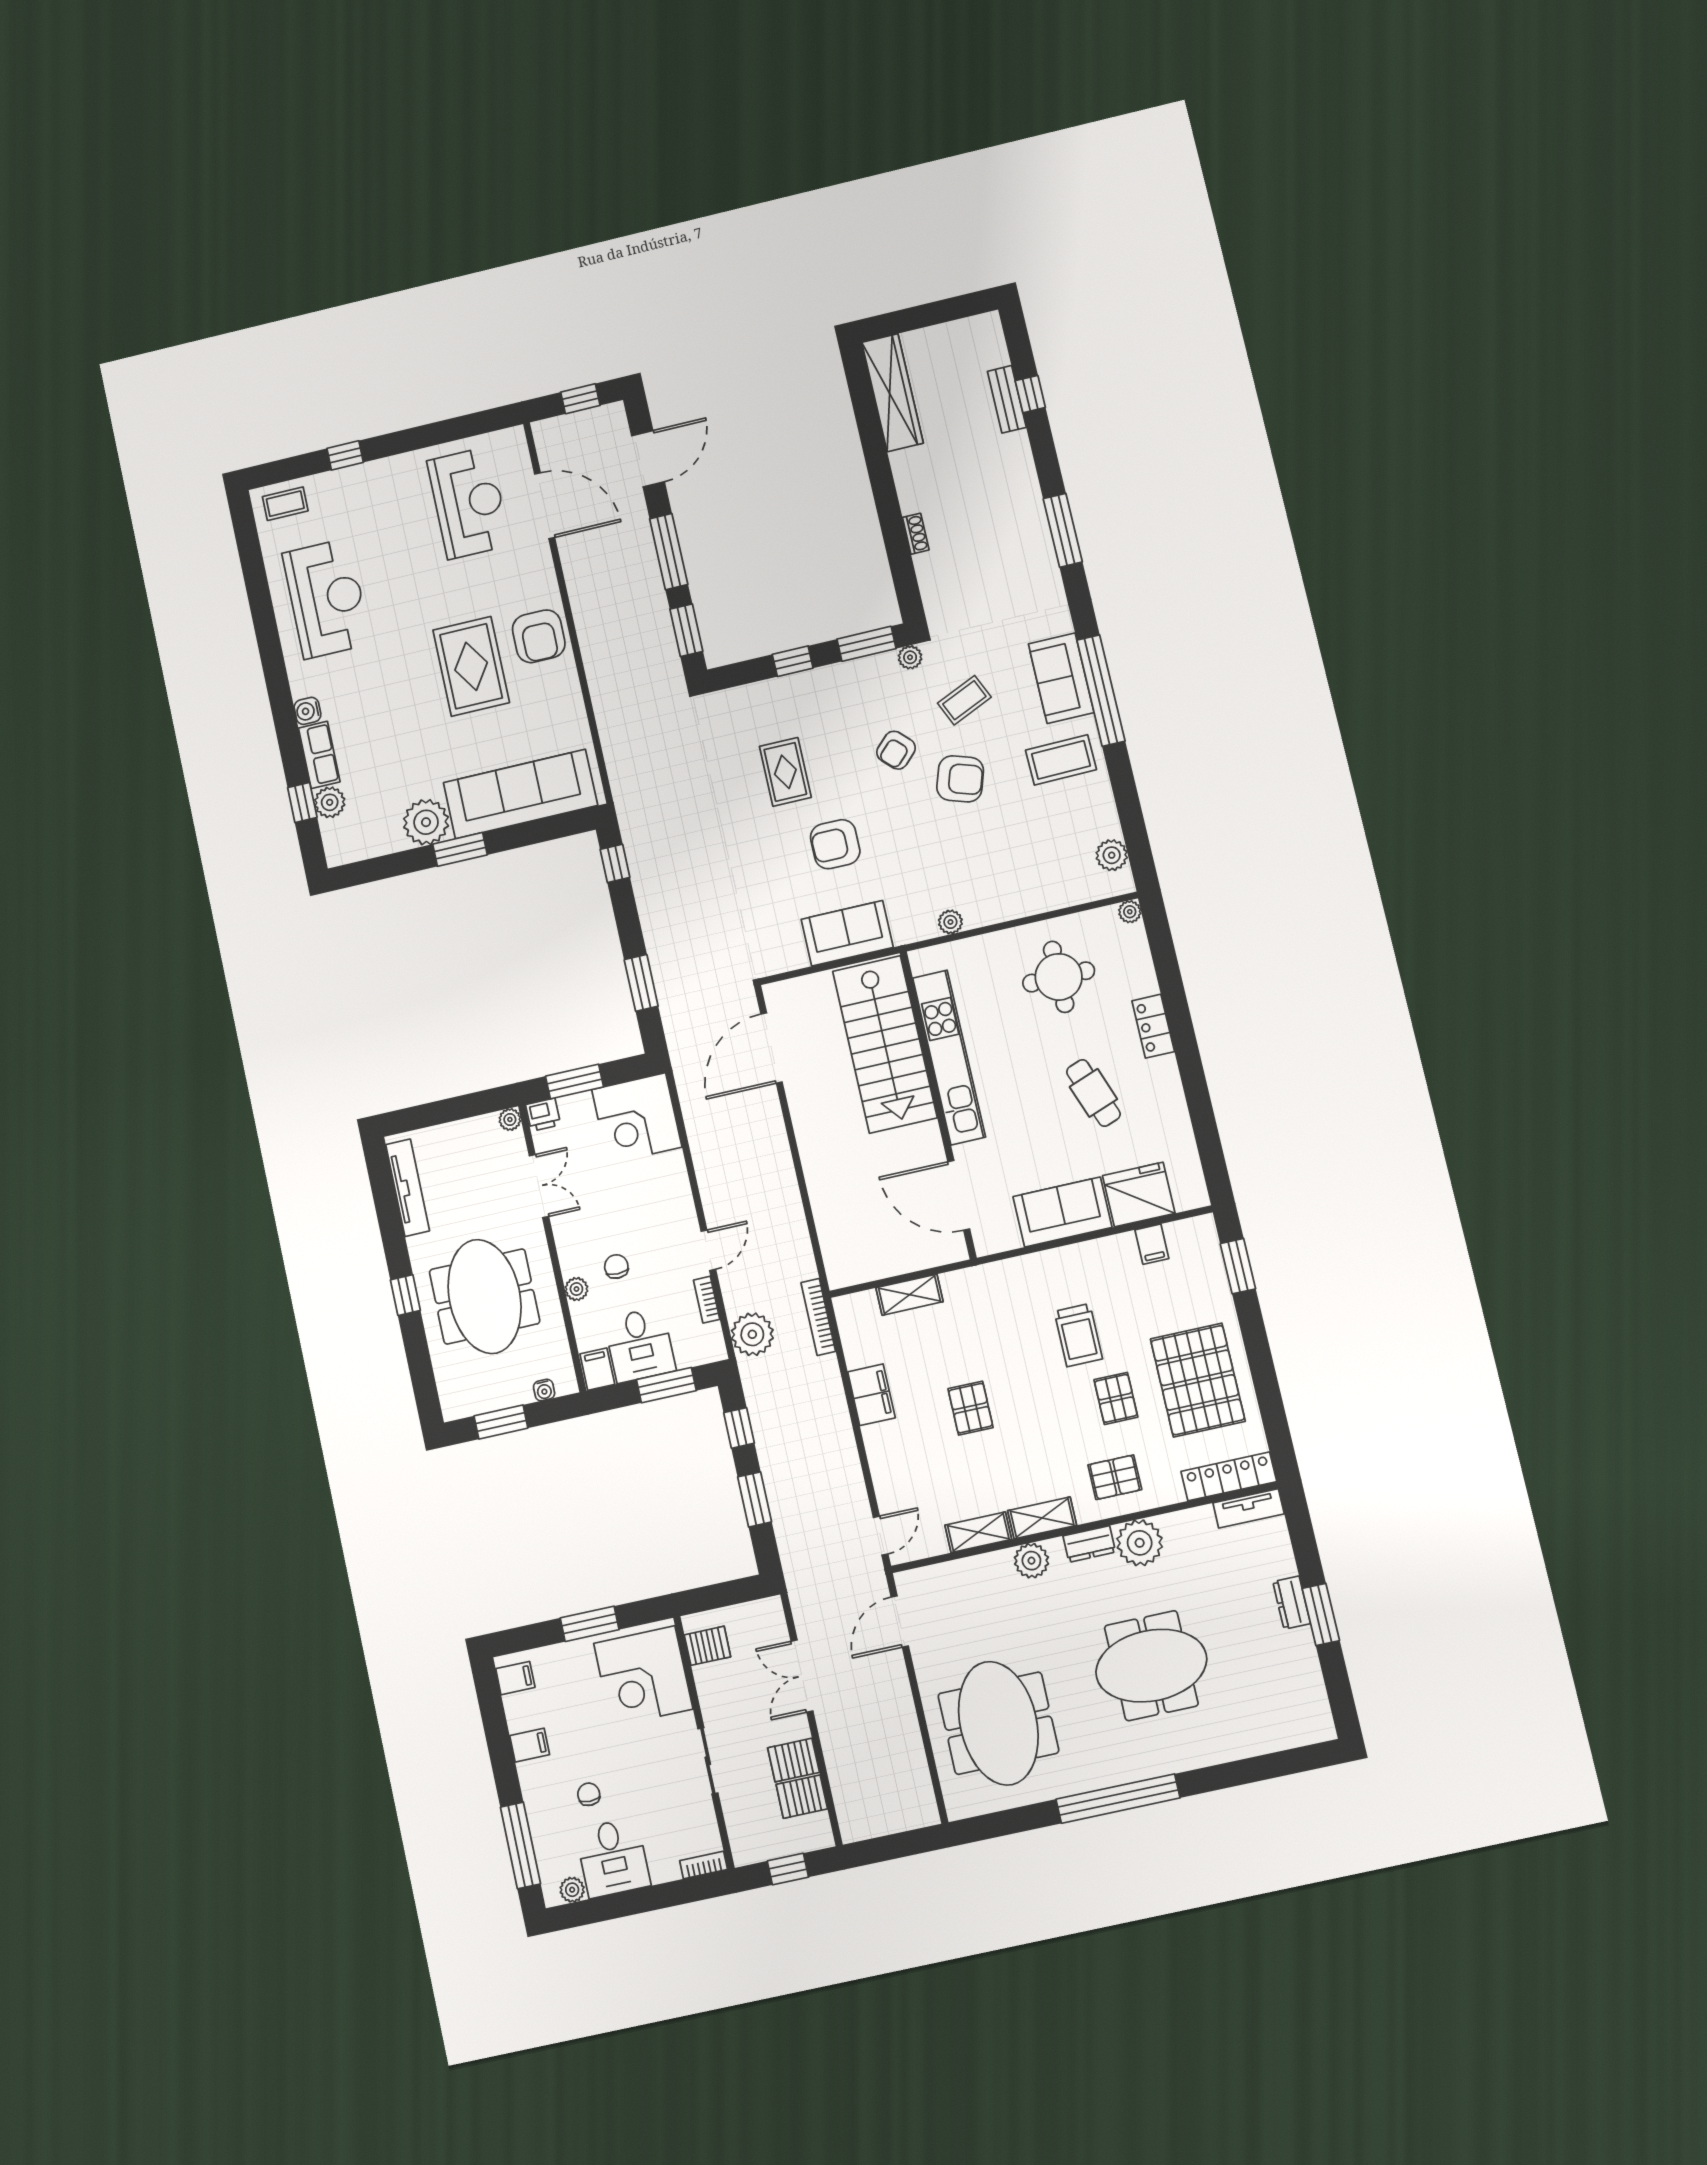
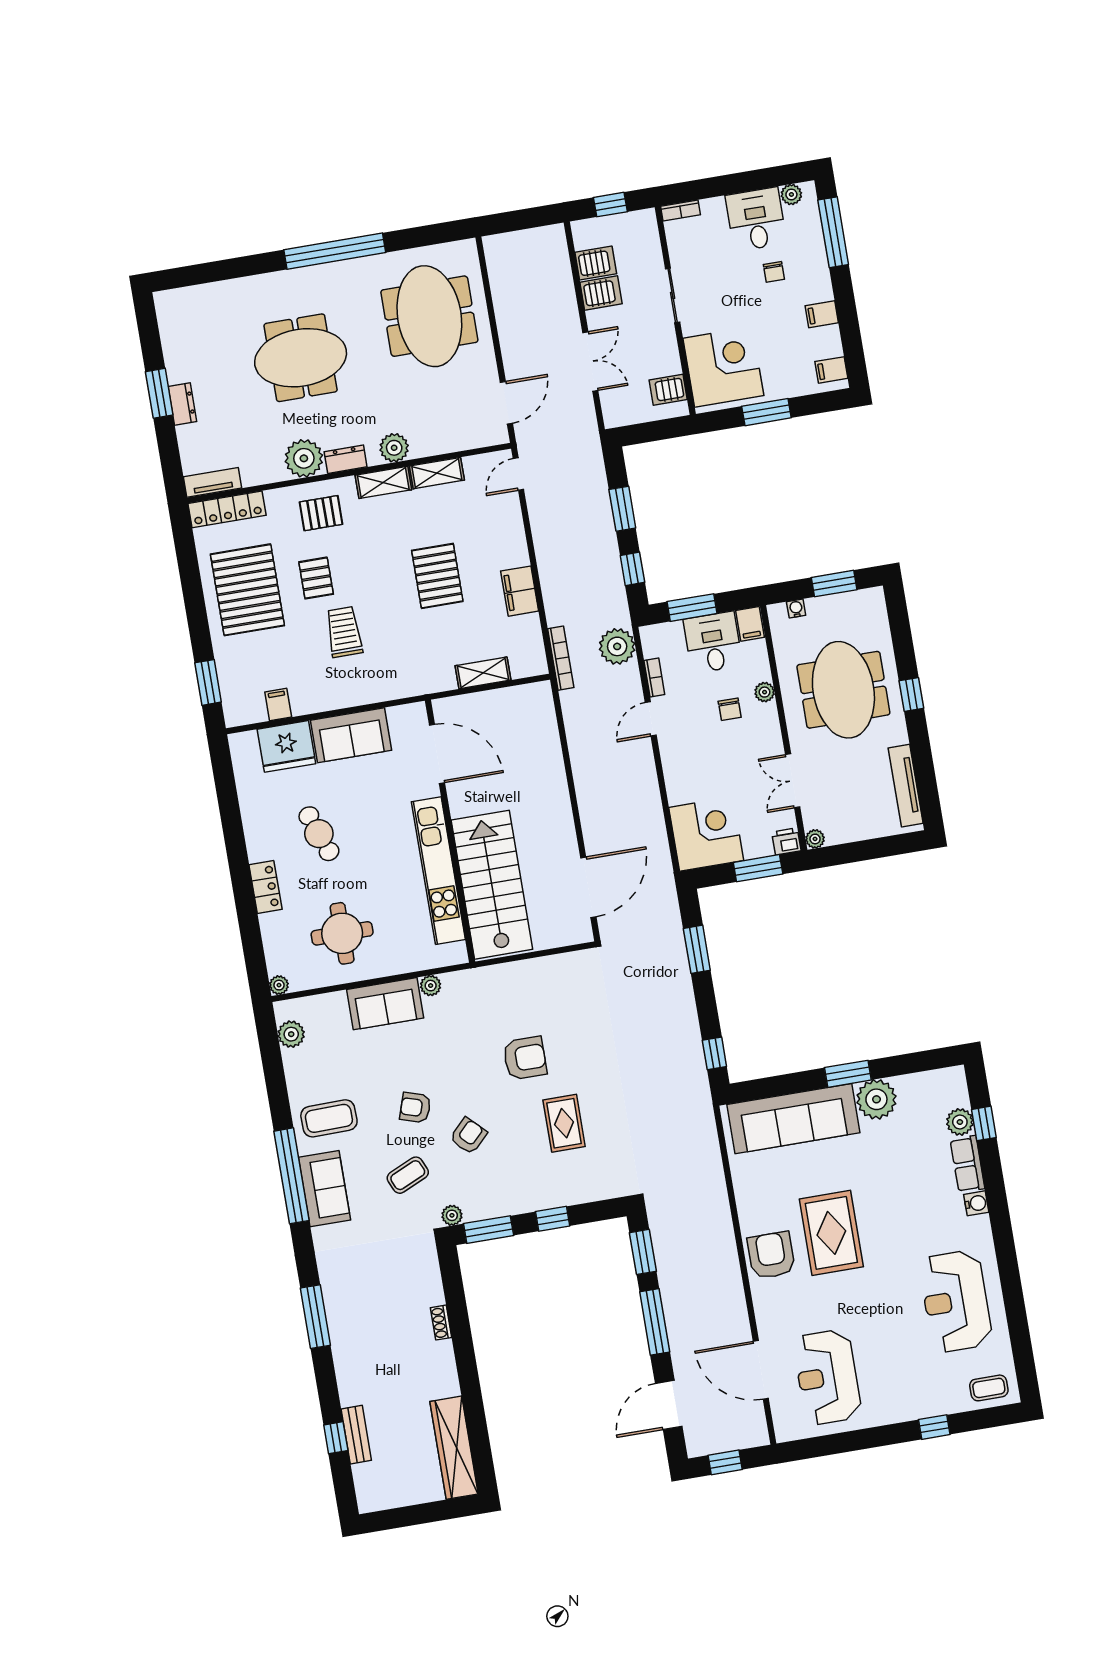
armchair: (960, 779) -> (415, 1108), width x0.72, depth x0.72
sofa: (847, 933) -> (385, 1004), moved
pallet: (971, 1408) -> (437, 576), width x1.50, depth x1.42

